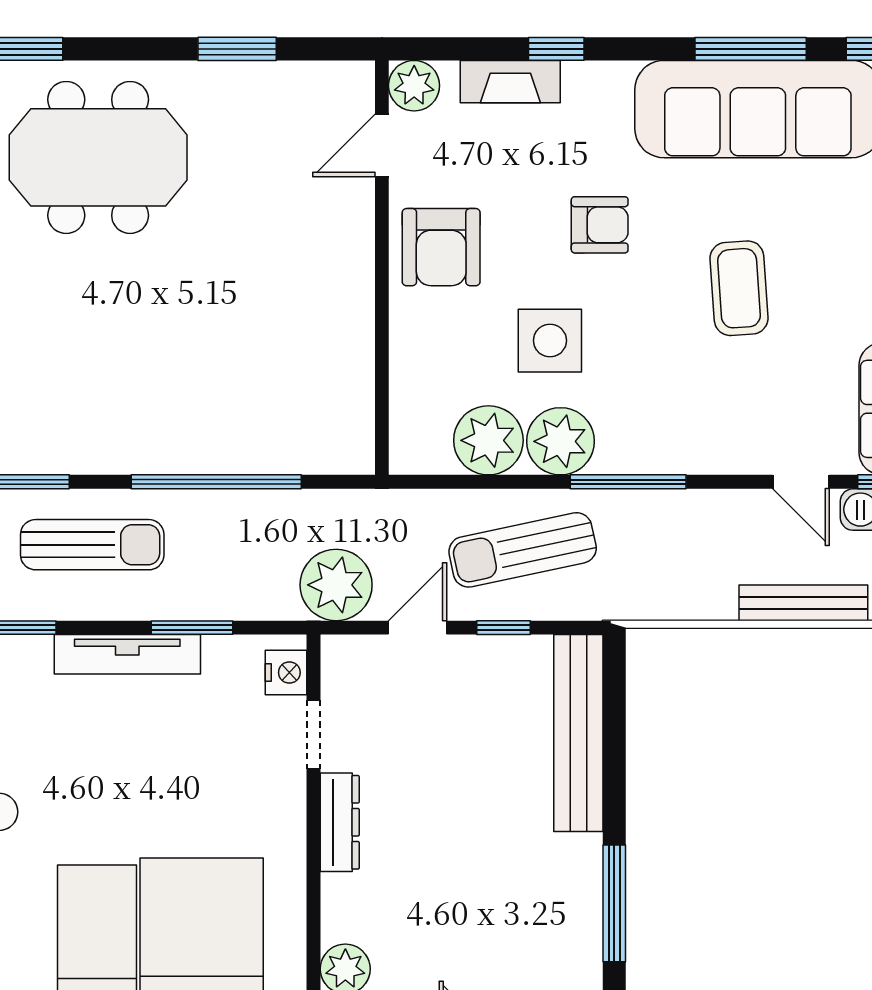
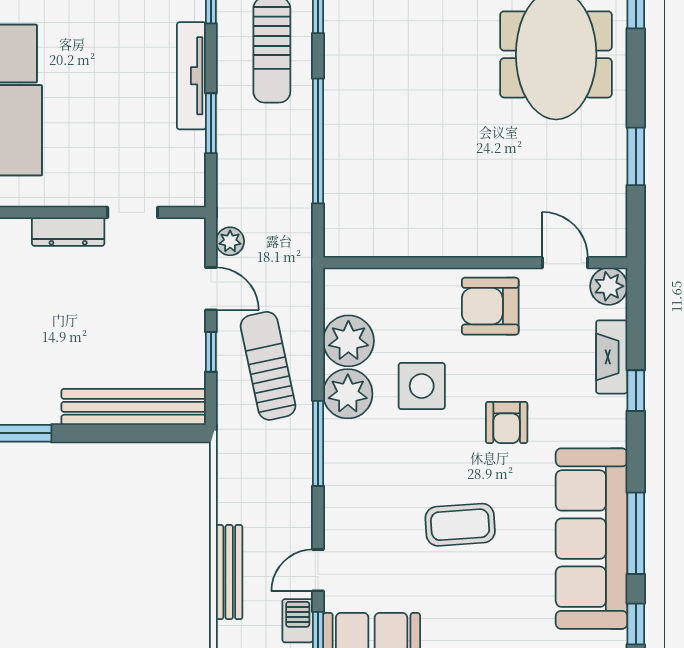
plant: (336, 585) -> (230, 241), width x0.53, depth x0.53
nightstand: (286, 672) -> (178, 192), removed

